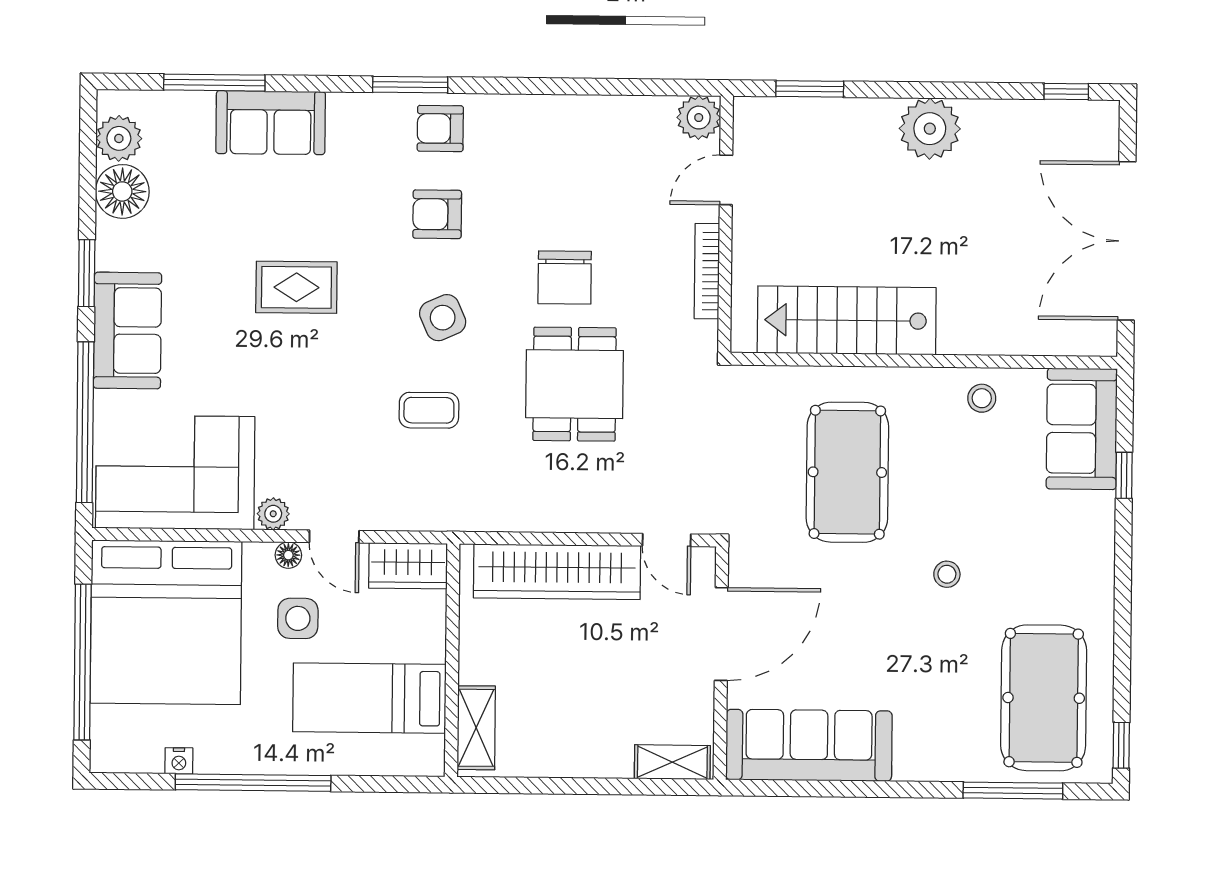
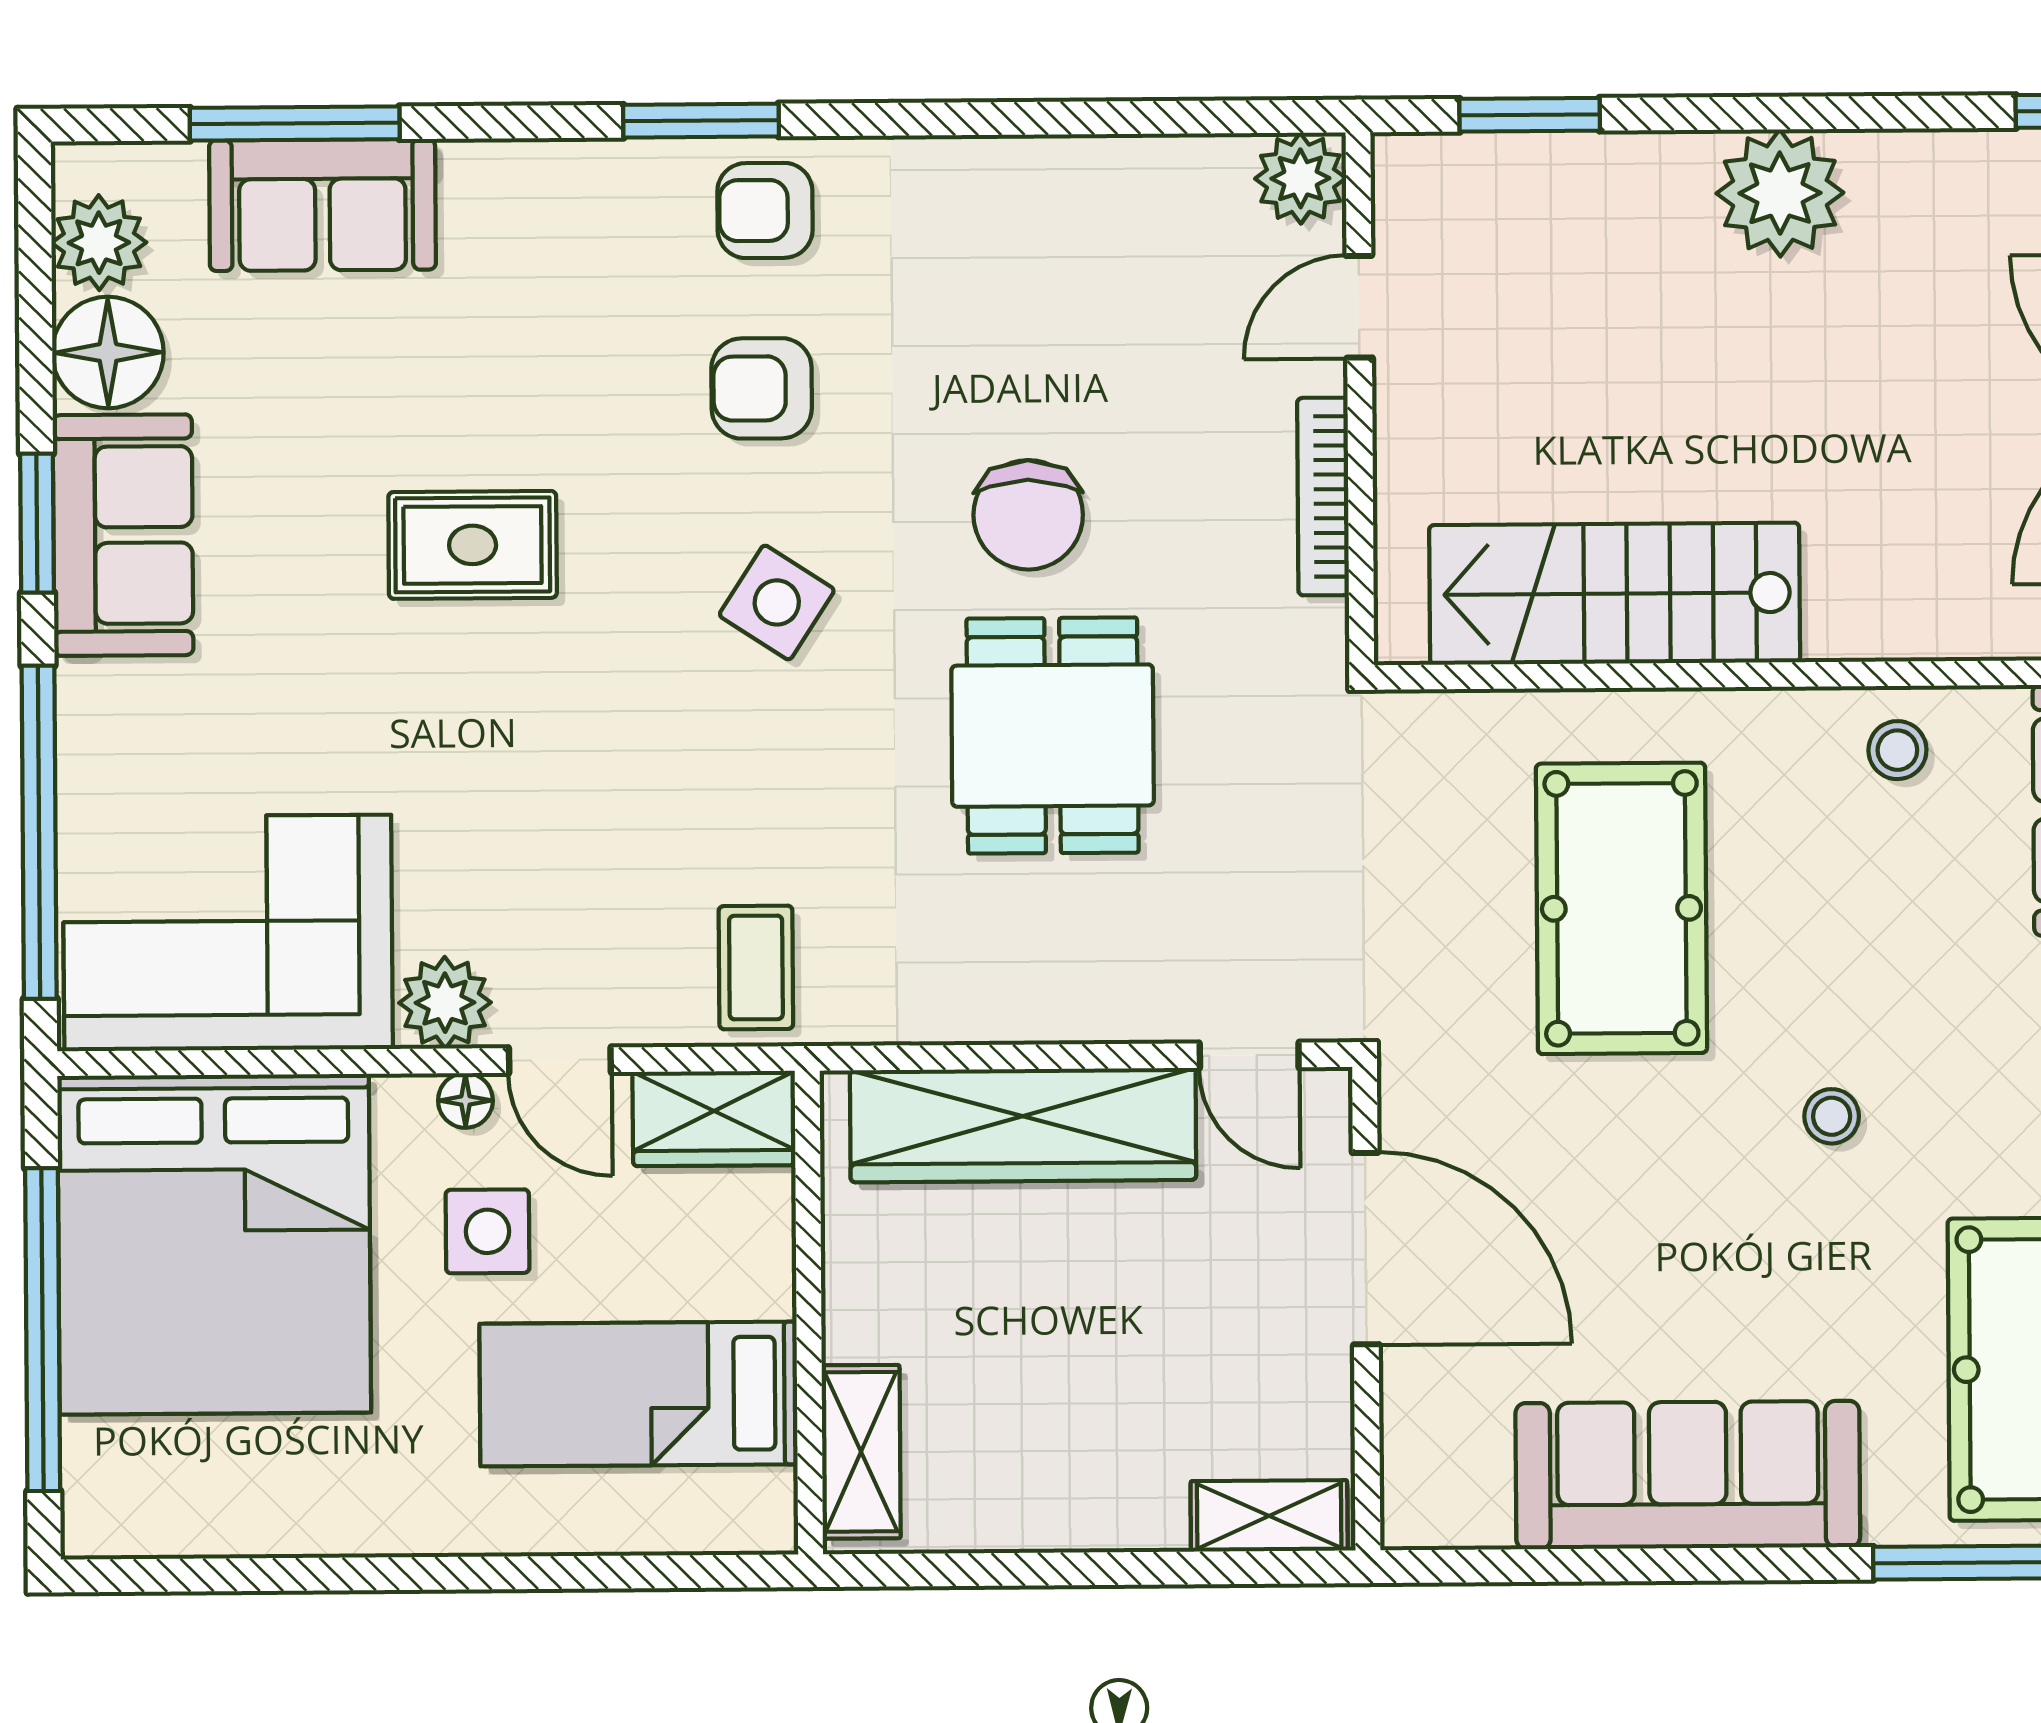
sofa: (271, 123) -> (322, 205), moved
side table: (443, 318) -> (777, 602), turned -33
sofa: (127, 330) -> (123, 535), moved
coffee table: (429, 410) -> (756, 968), moved, turned 90
plant: (273, 514) -> (445, 1003), width x1.38, depth x1.38
door: (721, 634) -> (1366, 1249), hinge flipped
sofa: (809, 745) -> (1688, 1475), moved
nightstand: (179, 761) -> (246, 1531), removed
window: (253, 783) -> (401, 1574), removed

